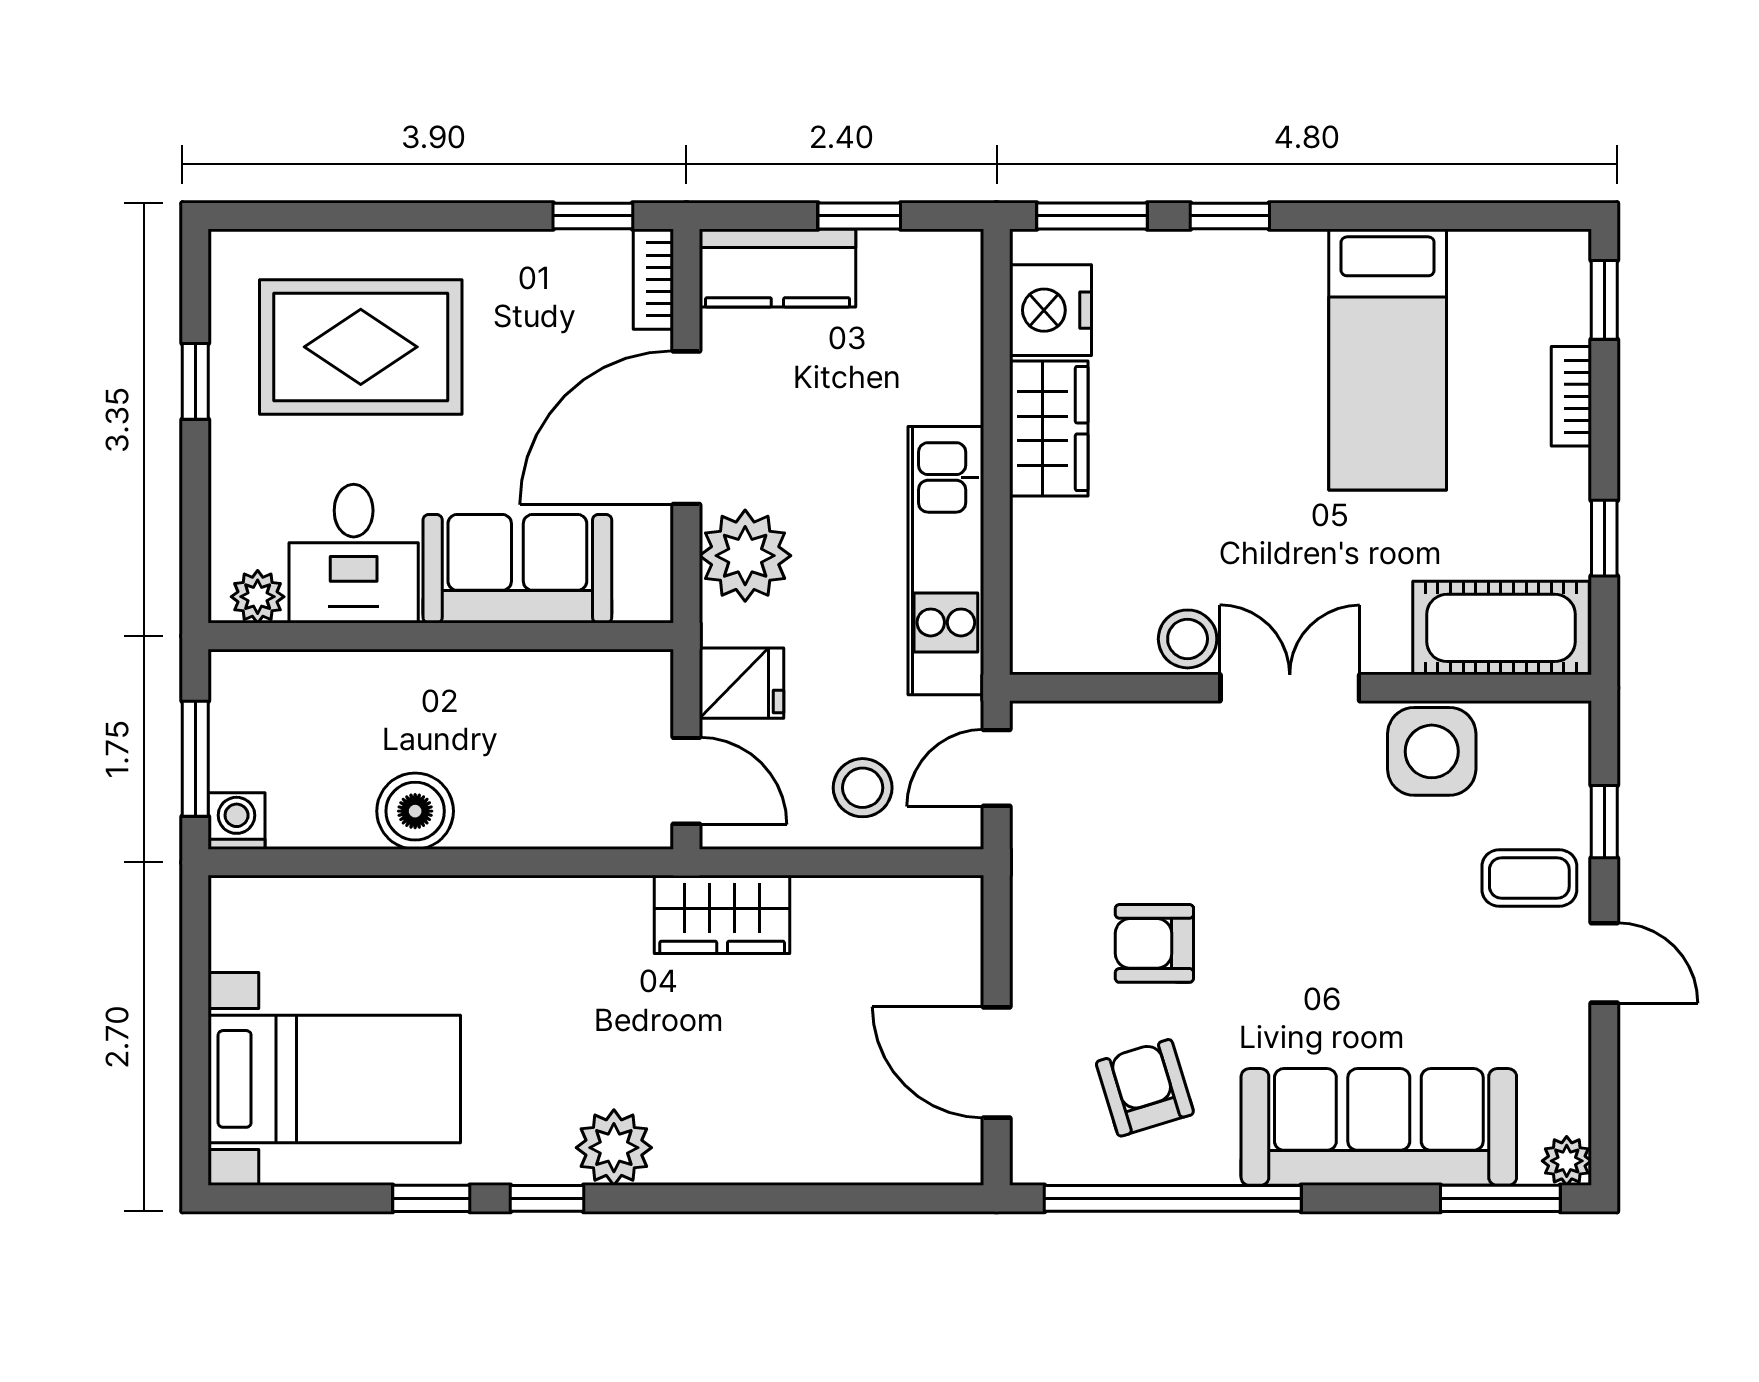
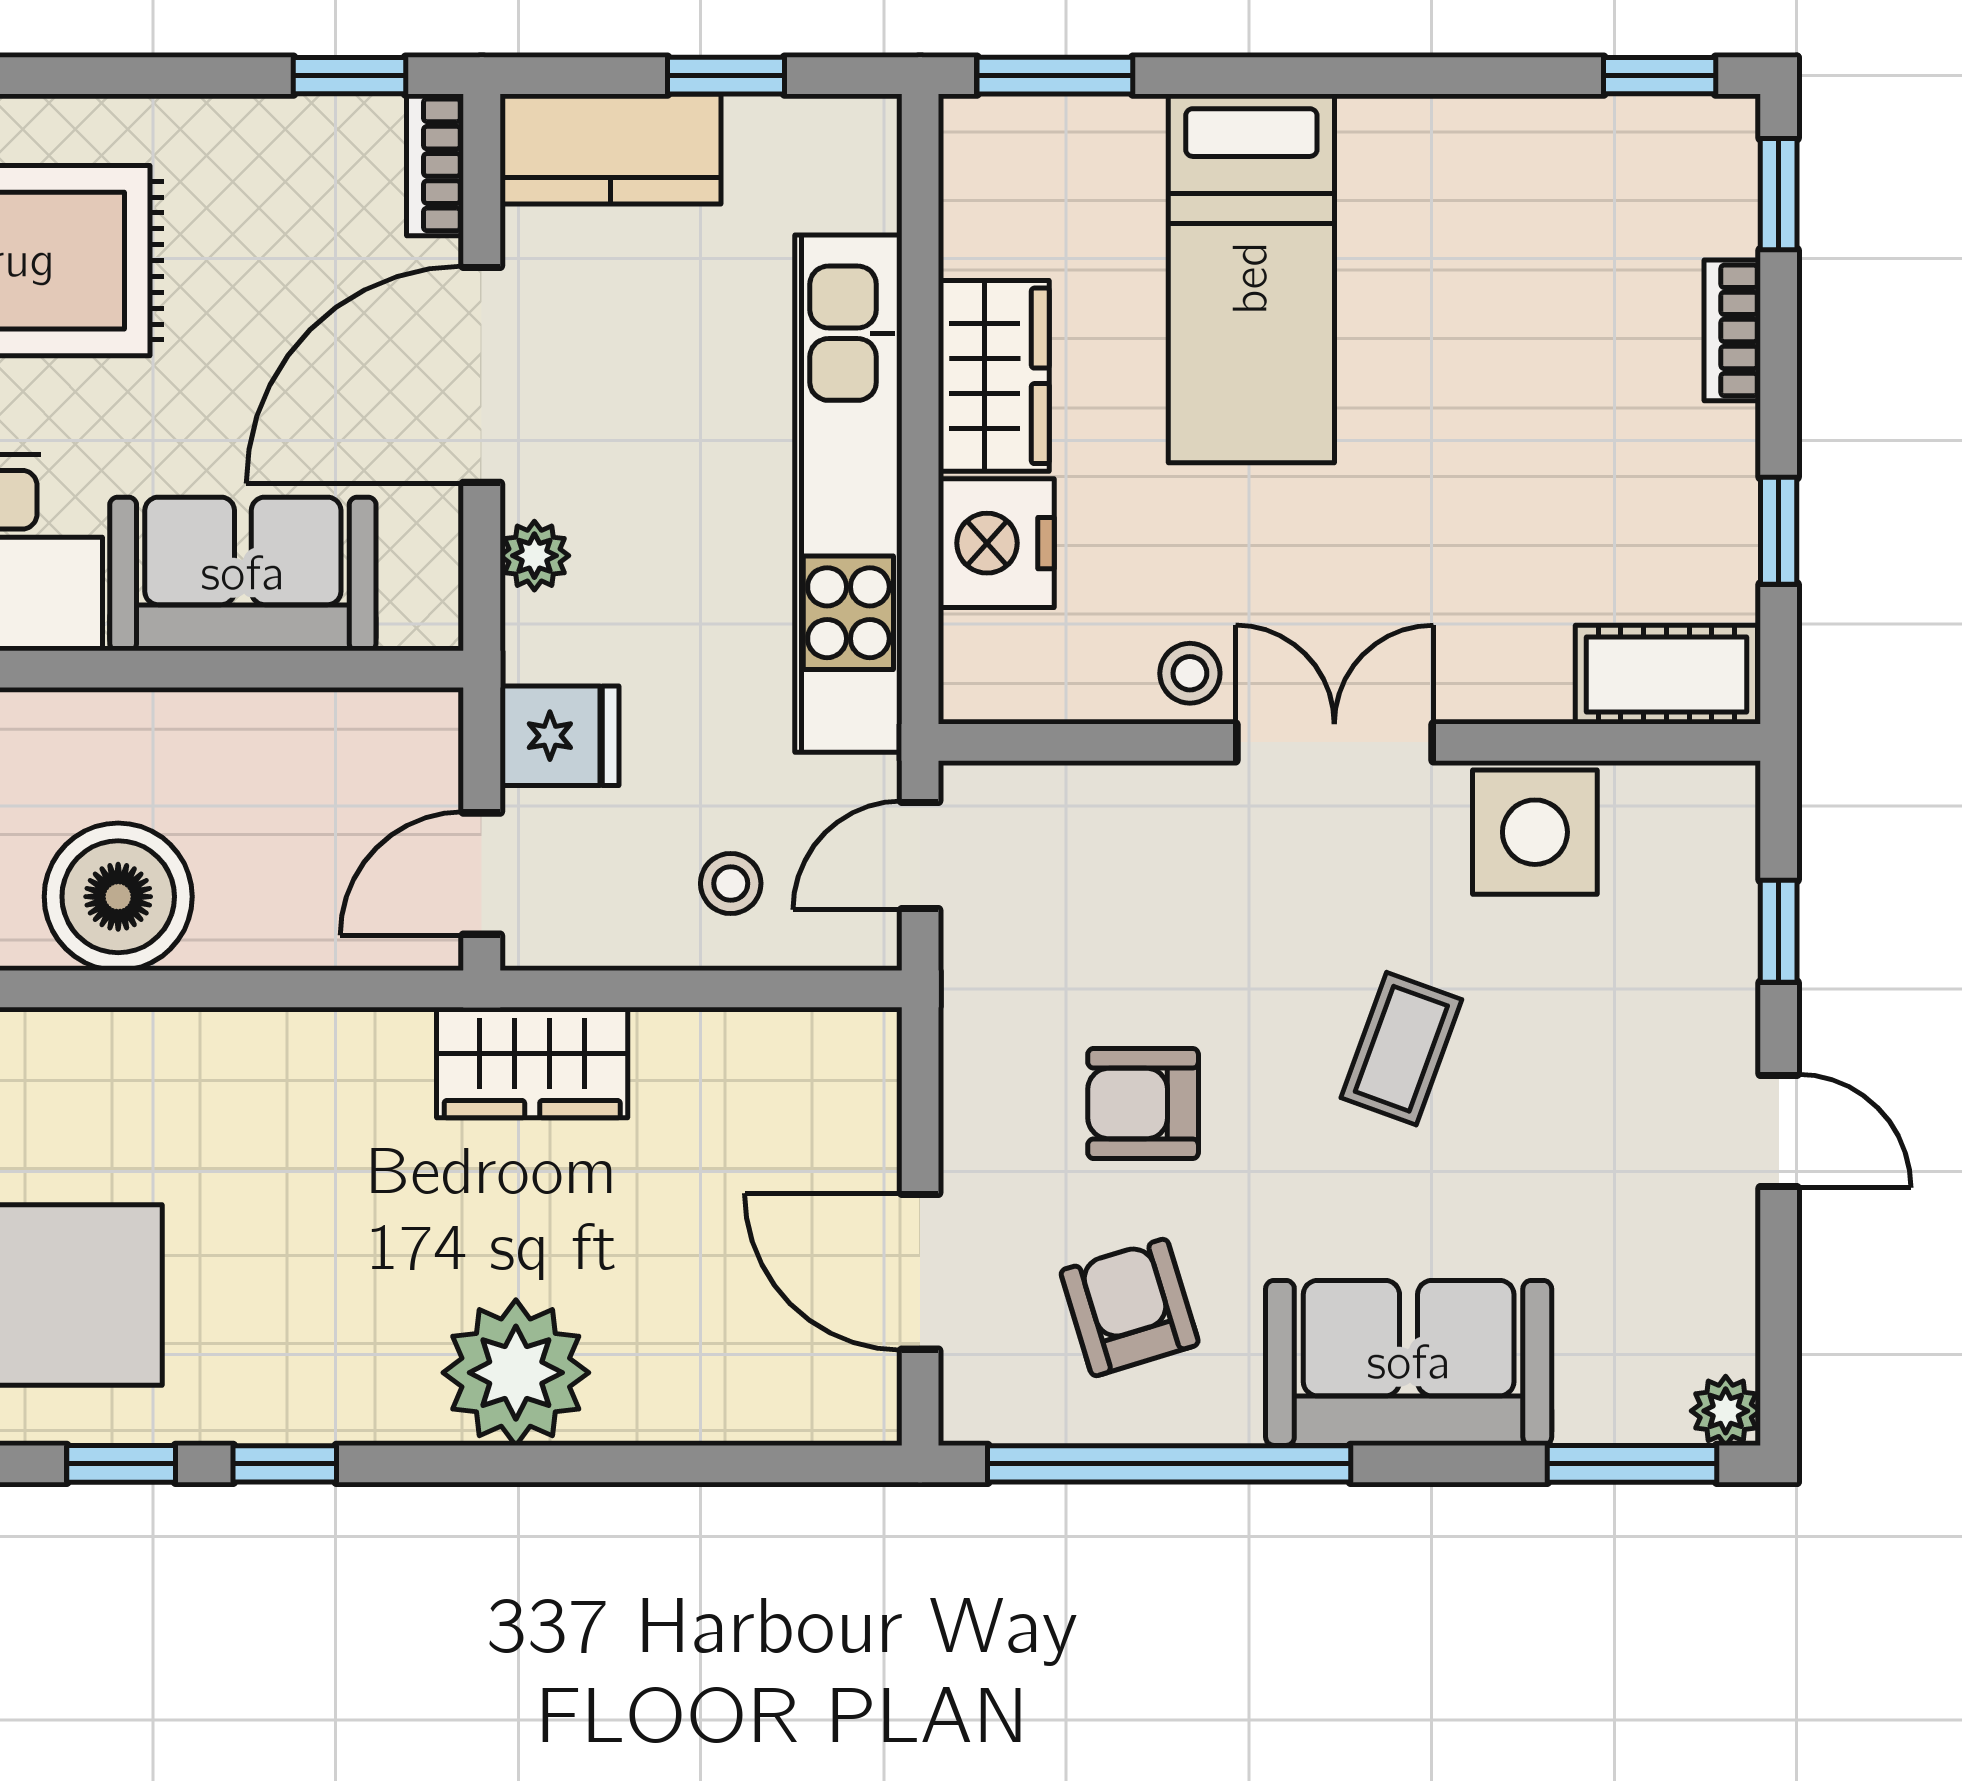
window: (1230, 216) -> (1660, 76), moved
nightstand: (1051, 310) -> (996, 543), moved
bed: (1388, 360) -> (1251, 278), moved
plant: (745, 556) -> (534, 556), width x0.53, depth x0.53
kitchen unit: (946, 561) -> (848, 494), width x1.36
cot: (1501, 628) -> (1666, 675), width x0.73, depth x0.75
stool: (1188, 639) -> (1190, 673), width x0.73, depth x0.73
door: (686, 781) -> (482, 874), swing flipped
stool: (863, 788) -> (731, 883), width x0.73, depth x0.73
boiler: (415, 811) -> (118, 897), width x1.37, depth x1.37
coffee table: (1529, 878) -> (1401, 1049), moved, turned -70
sofa: (1379, 1127) -> (1409, 1363), width x0.73
plant: (614, 1148) -> (516, 1373), moved, width x1.36, depth x1.36

